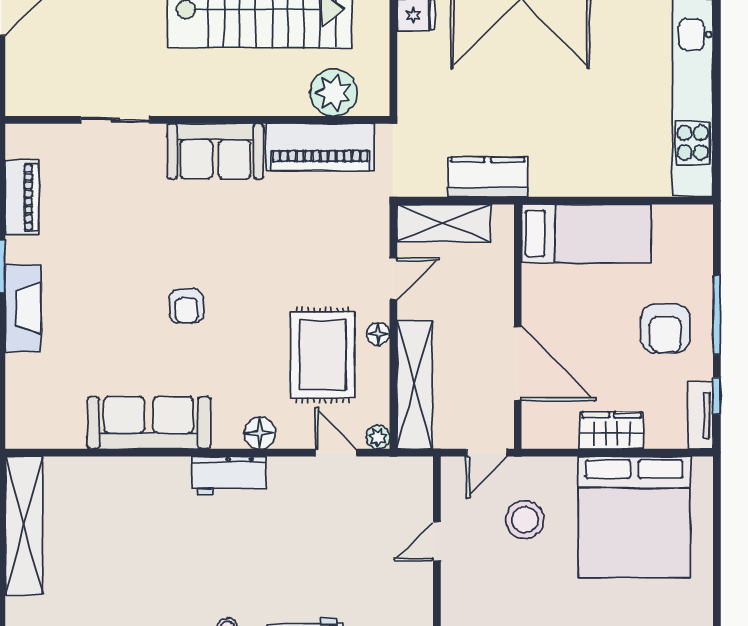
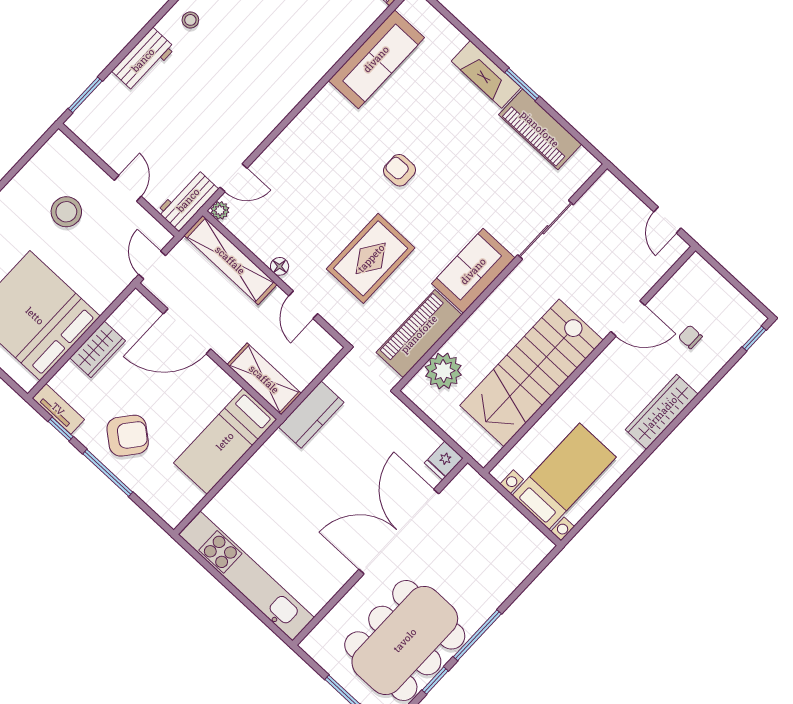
sliding door: (115, 120) -> (545, 230), width x1.37
piano: (22, 197) -> (540, 129), width x1.37, depth x1.33
shelving: (444, 223) -> (264, 379), moved, turned 90
armchair: (665, 328) -> (128, 436), turned 129
rug: (322, 355) -> (371, 258), moved, turned 90
sofa: (149, 423) -> (376, 59), moved
floor lamp: (260, 433) -> (286, 144), removed
workbench: (229, 476) -> (188, 200), moved
stool: (525, 520) -> (66, 212), moved

